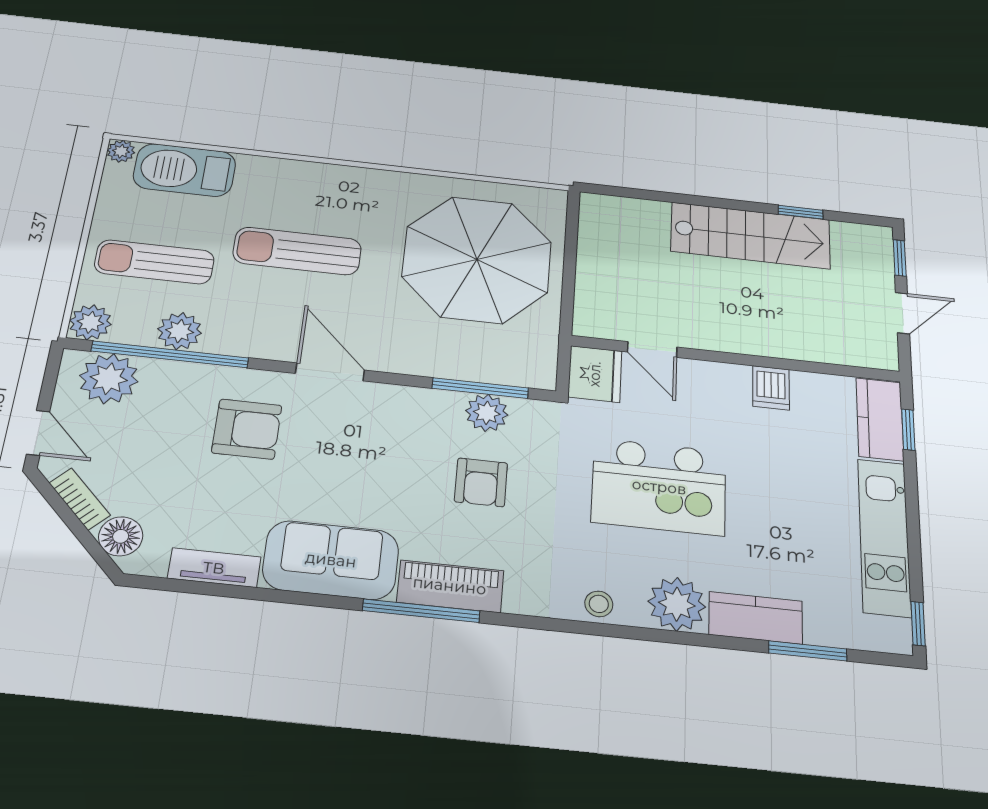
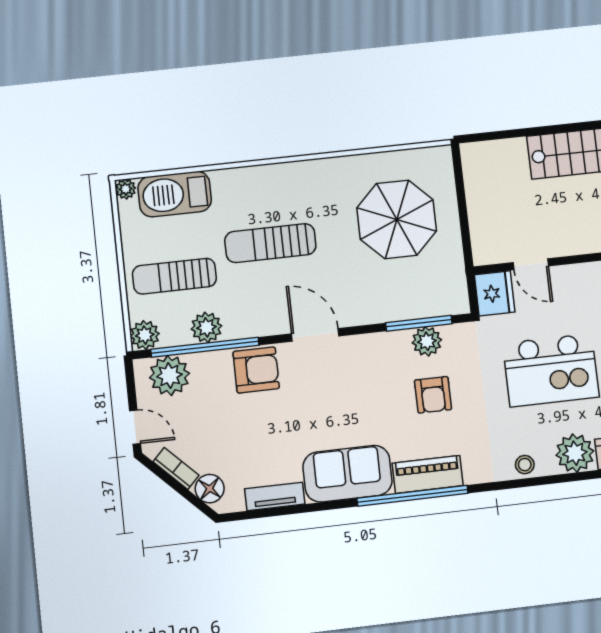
parasol: (477, 259) -> (397, 219), width x0.73, depth x0.73
armchair: (247, 429) -> (256, 370), moved
window: (421, 611) -> (413, 496), width x1.46

